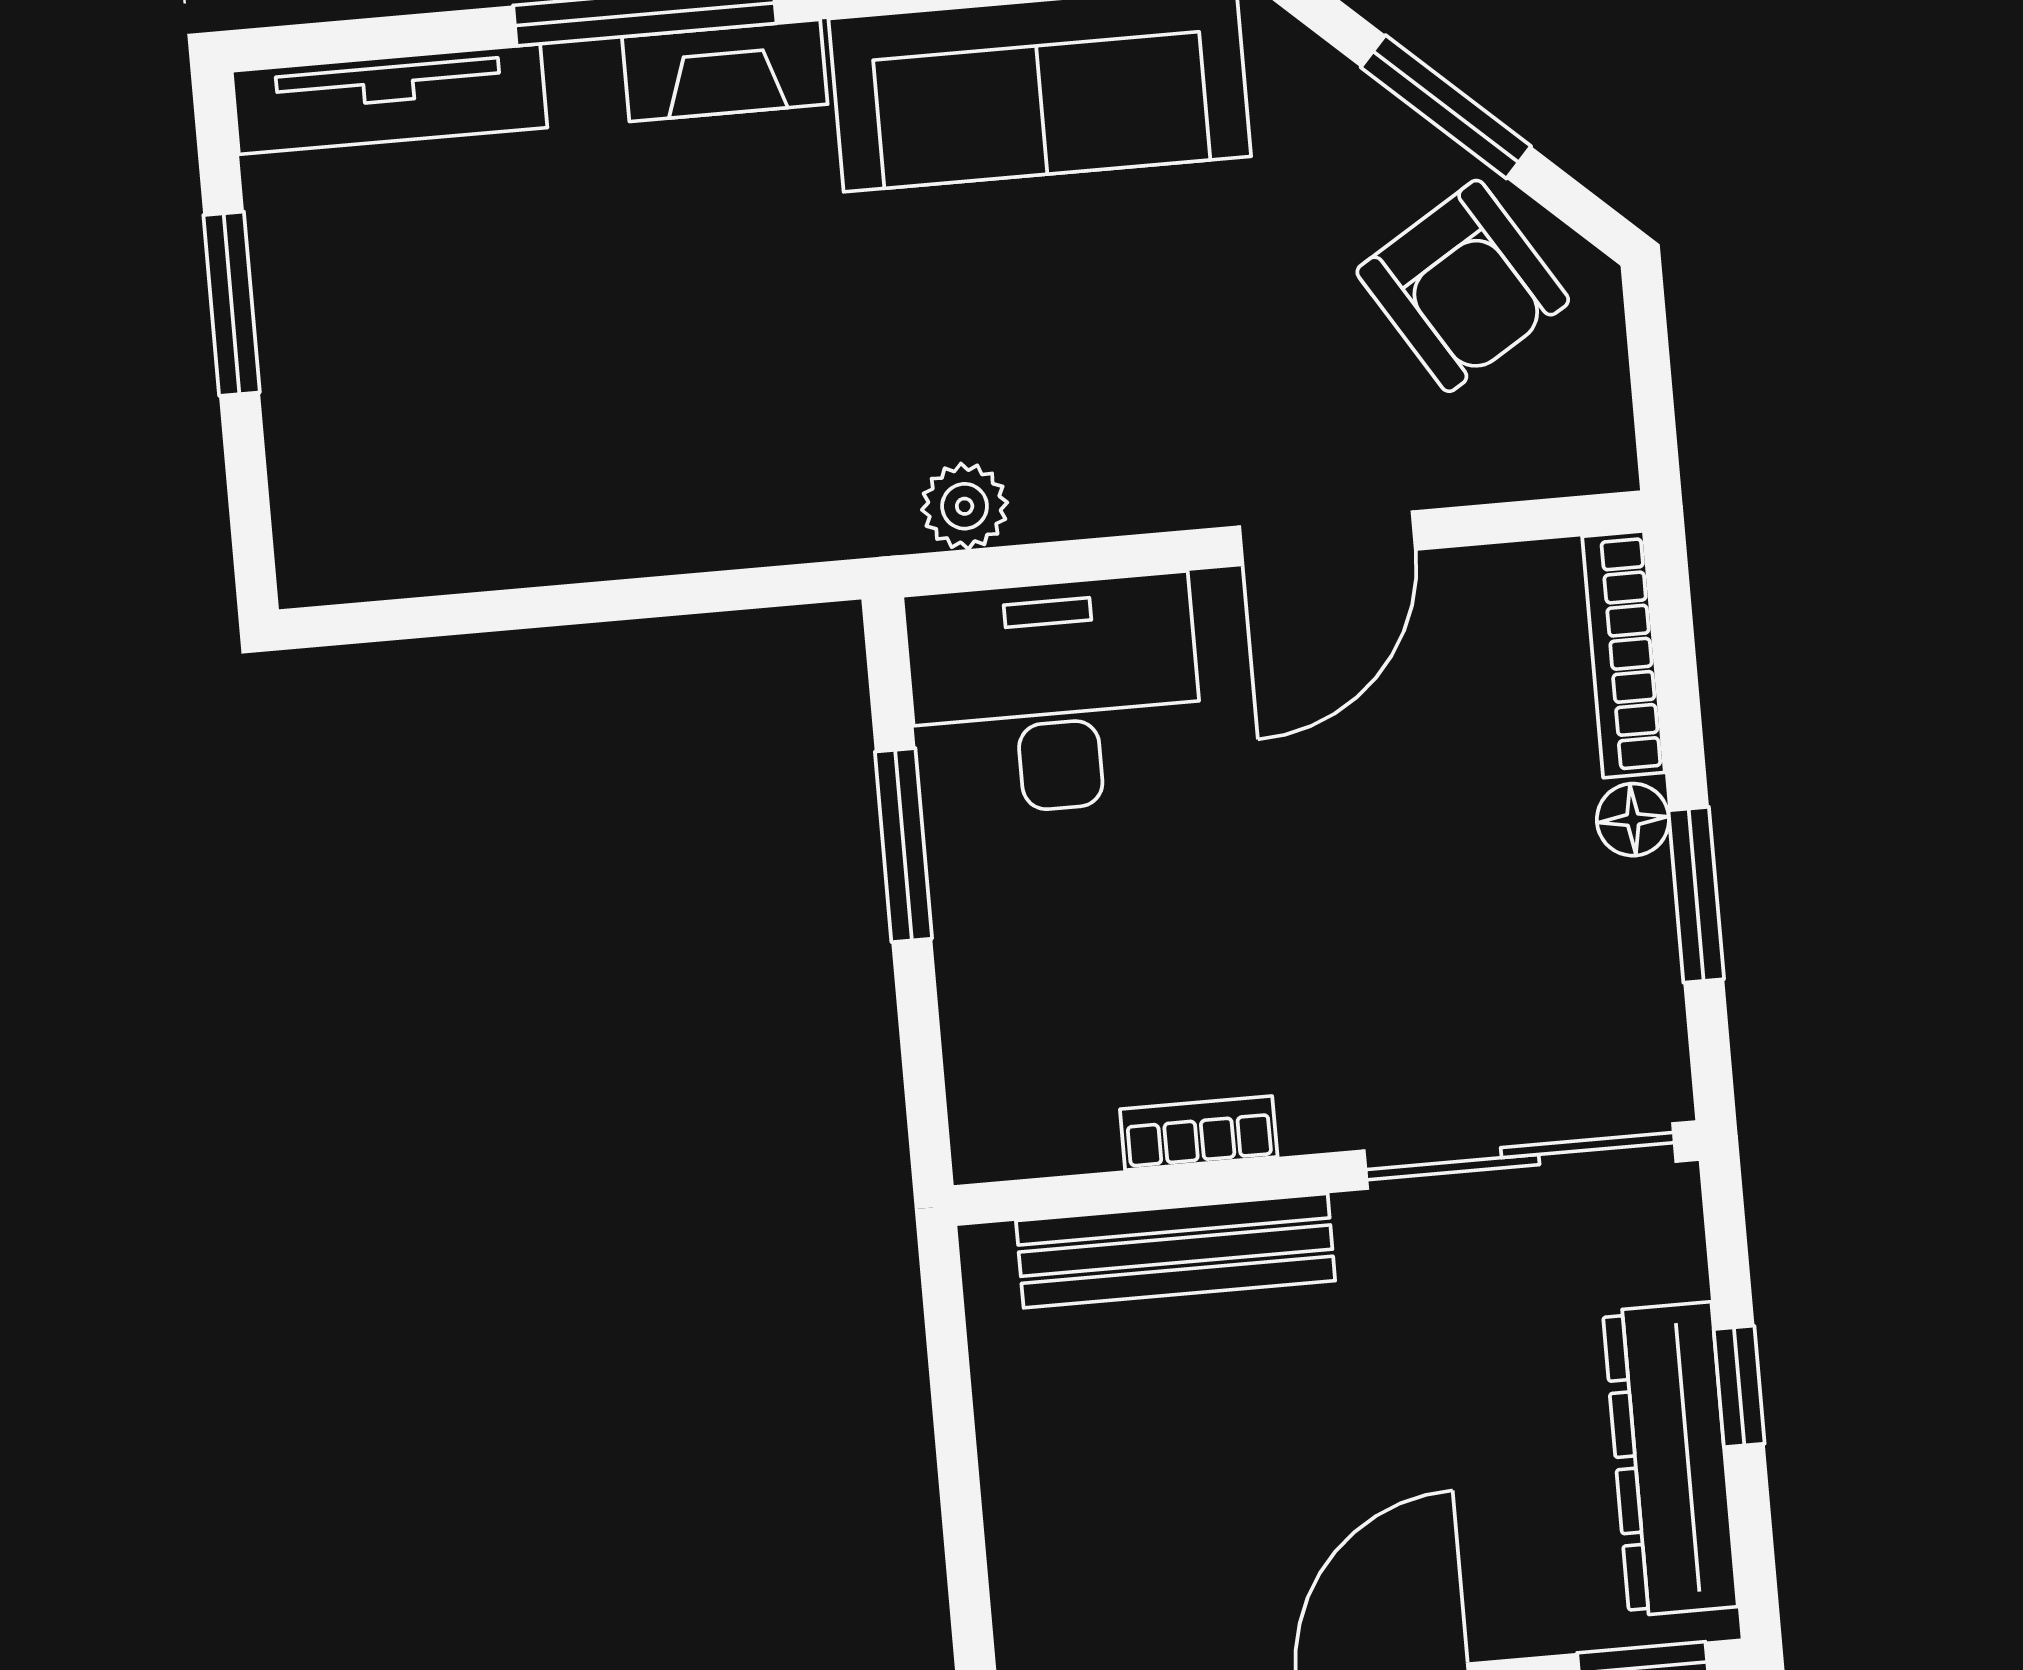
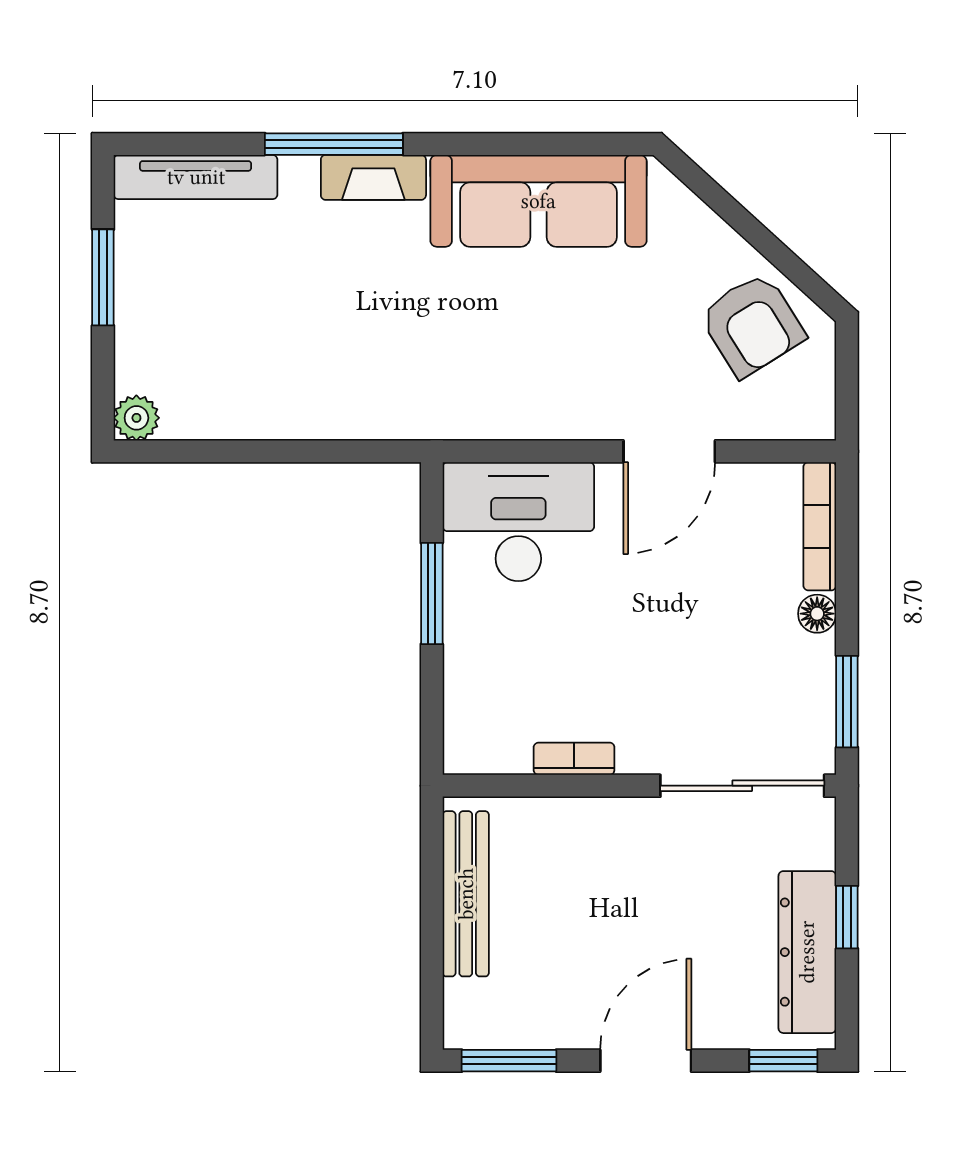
window: (1446, 107) -> (751, 230), removed
plant: (965, 506) -> (136, 418), moved
window: (1696, 895) -> (847, 702), moved
bench: (1176, 1251) -> (466, 894), moved, turned 90

